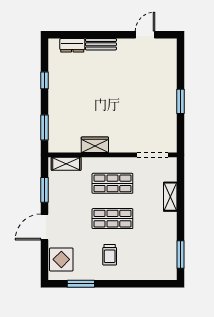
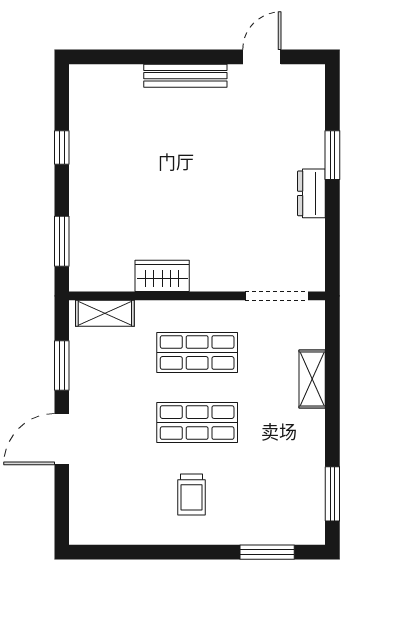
bench: (101, 44) -> (185, 76), width x1.36
dresser: (72, 45) -> (311, 193), moved, turned 90
window: (180, 101) -> (332, 155), moved
display table: (61, 259) -> (95, 504), removed
window: (81, 284) -> (267, 552), moved

